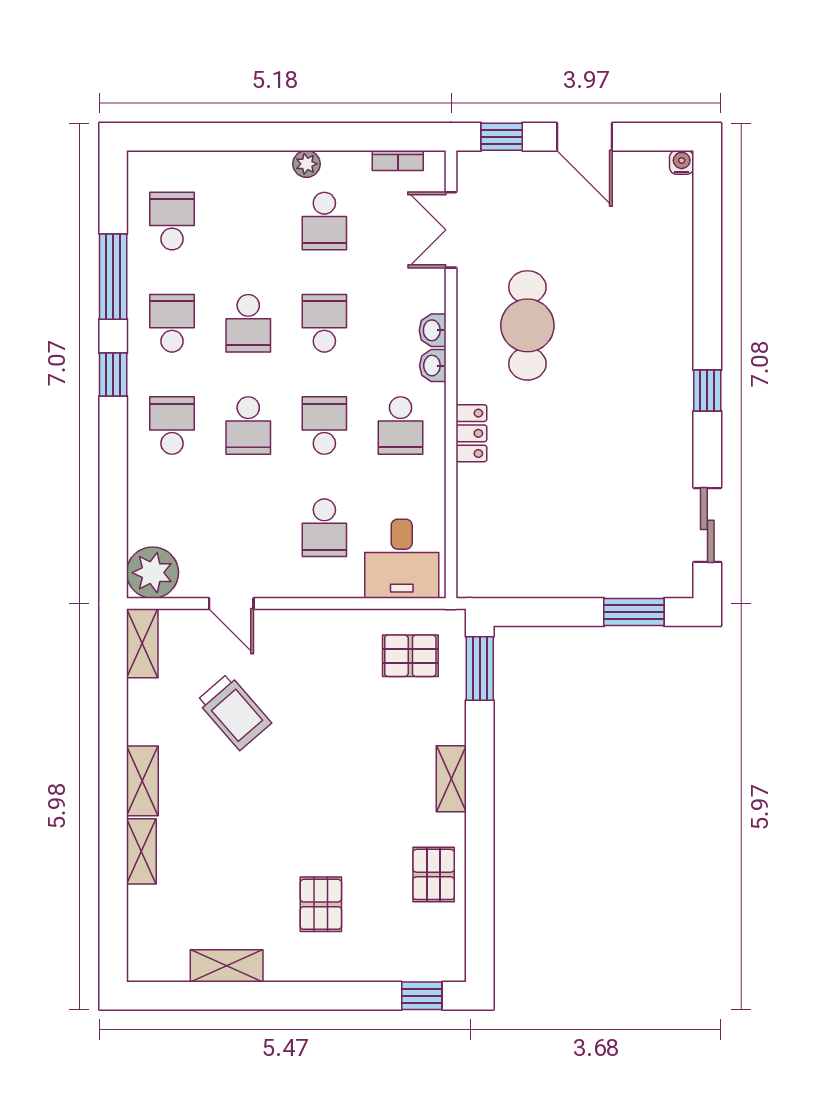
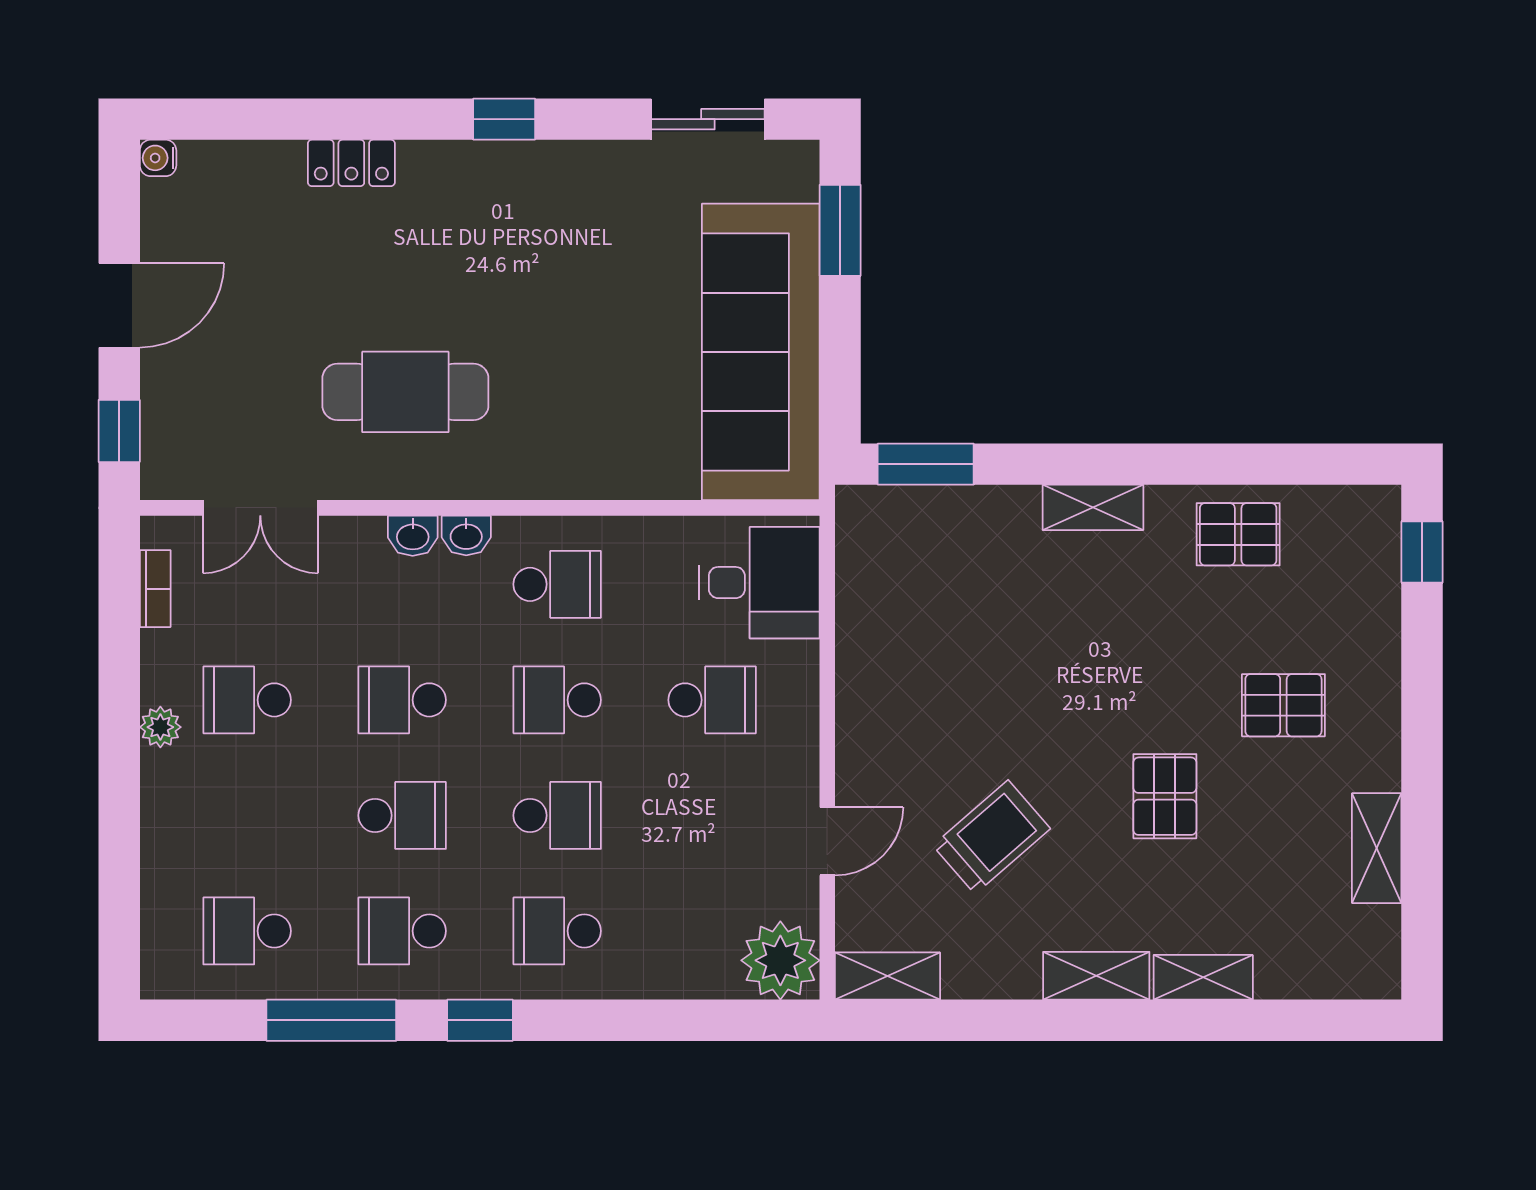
school desk: (324, 221) -> (247, 700), turned 180
locker: (471, 433) -> (351, 163), moved, turned 180
sofa: (554, 560) -> (761, 352), added
pallet: (410, 656) -> (1165, 796), moved

